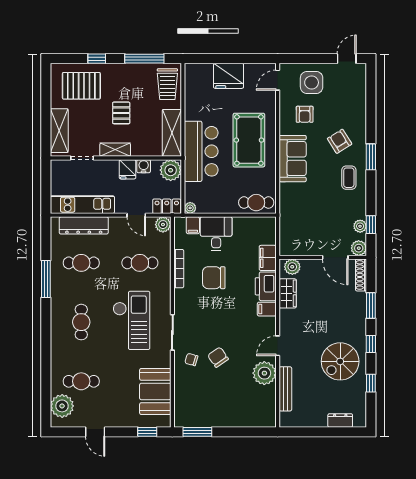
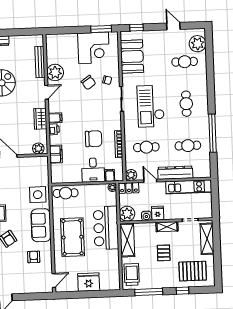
side table: (312, 82) -> (38, 195), moved
dresser: (84, 225) -> (175, 173), moved
window: (46, 279) -> (213, 133), width x1.46
printer: (266, 286) -> (54, 129), width x0.53, depth x0.68
wardrobe: (288, 293) -> (40, 119), moved
corner desk: (209, 406) -> (94, 48), added

